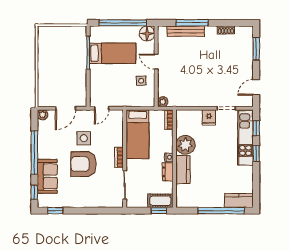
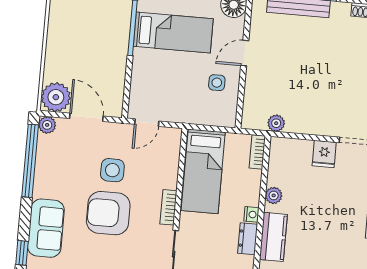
door: (156, 62) -> (245, 53), hinge flipped
plant: (46, 98) -> (56, 97), added
plant: (163, 102) -> (276, 123), moved
door: (65, 108) -> (86, 117), swing flipped
plant: (185, 145) -> (274, 195), width x0.53, depth x0.53
window: (34, 153) -> (30, 161), moved

